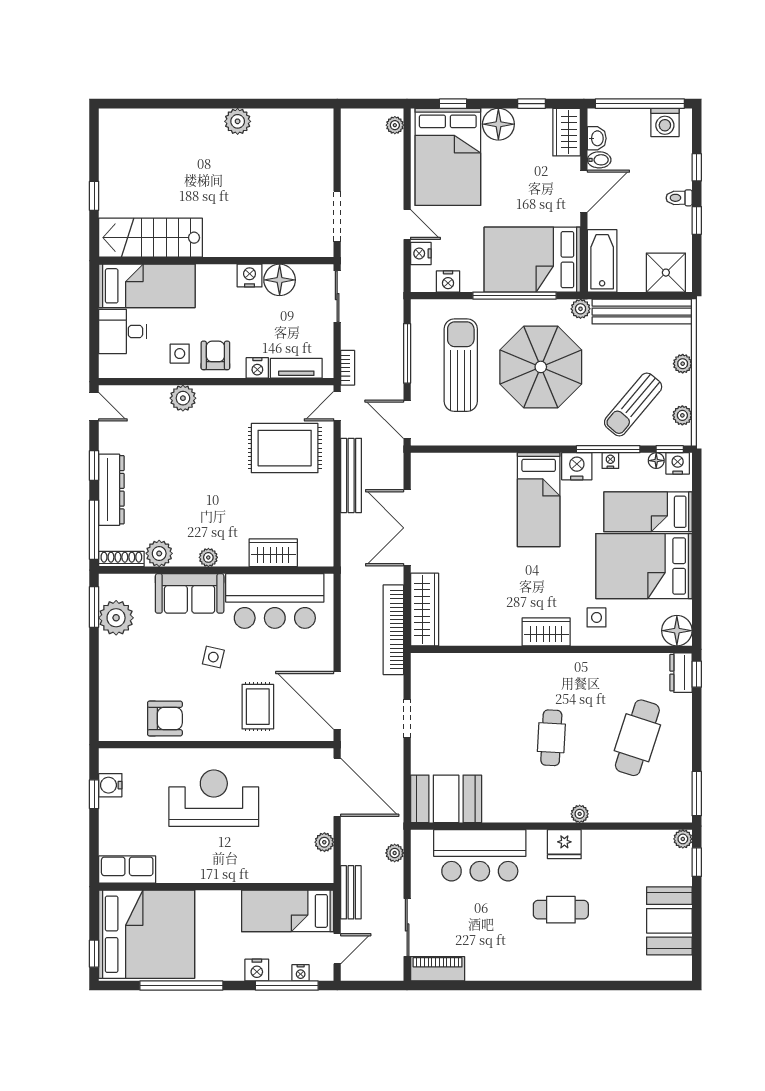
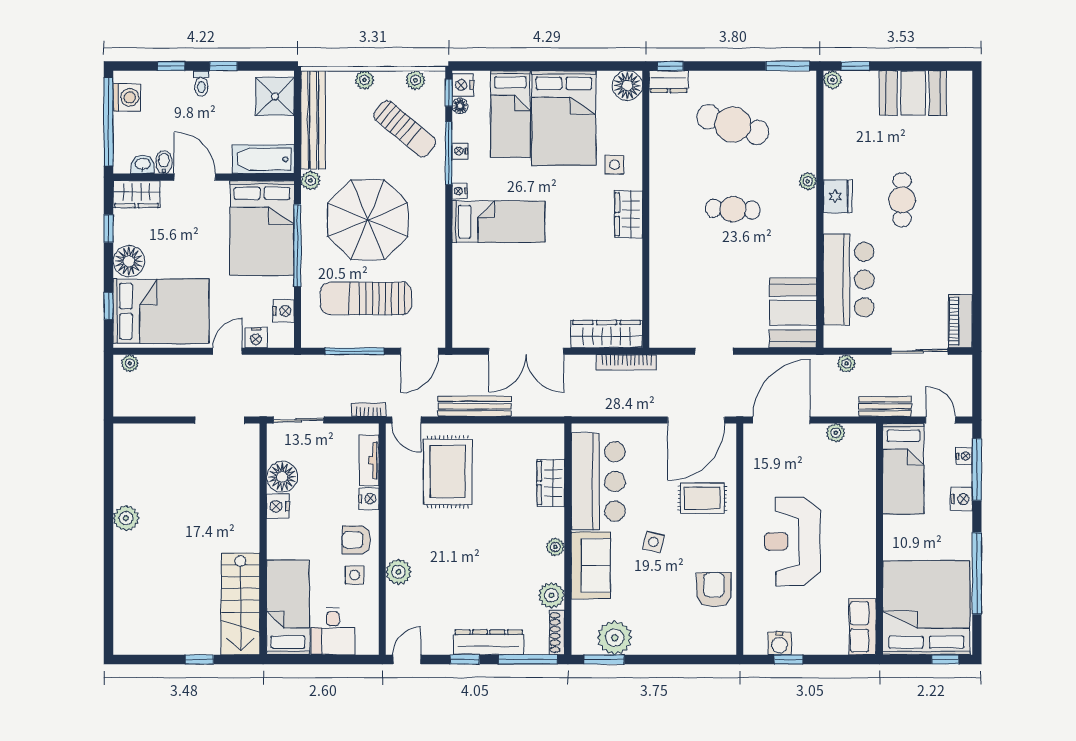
nightstand: (577, 466) -> (460, 191), width x0.53, depth x0.56
bookcase: (393, 630) -> (626, 362), width x0.68, depth x0.76

